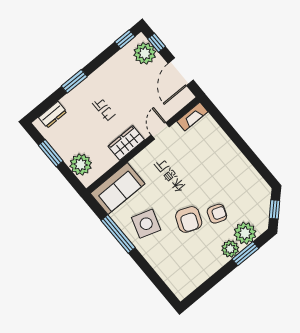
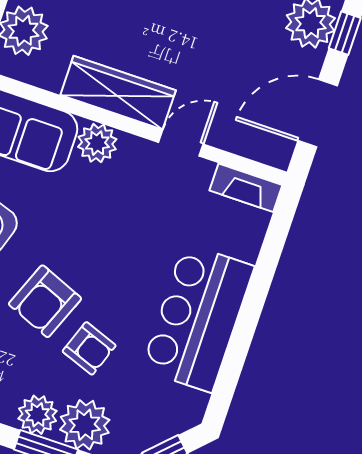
wardrobe: (126, 143) -> (118, 93), width x1.50
plant: (141, 163) -> (97, 143), added
bar counter: (231, 165) -> (198, 318), added

